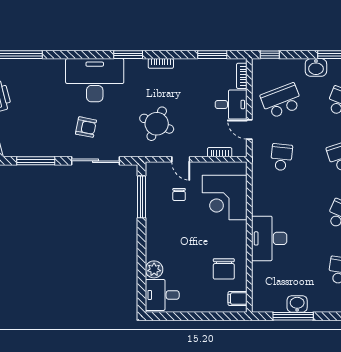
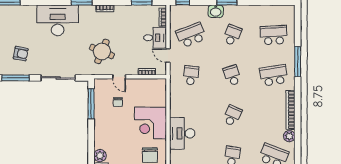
armchair: (86, 127) -> (21, 54), moved
corner desk: (225, 197) -> (150, 123), moved

